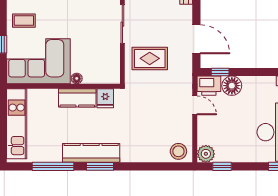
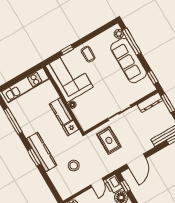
stool: (178, 151) -> (74, 166), moved
kitchen counter: (91, 153) -> (42, 152), moved
window: (100, 166) -> (34, 157), moved

